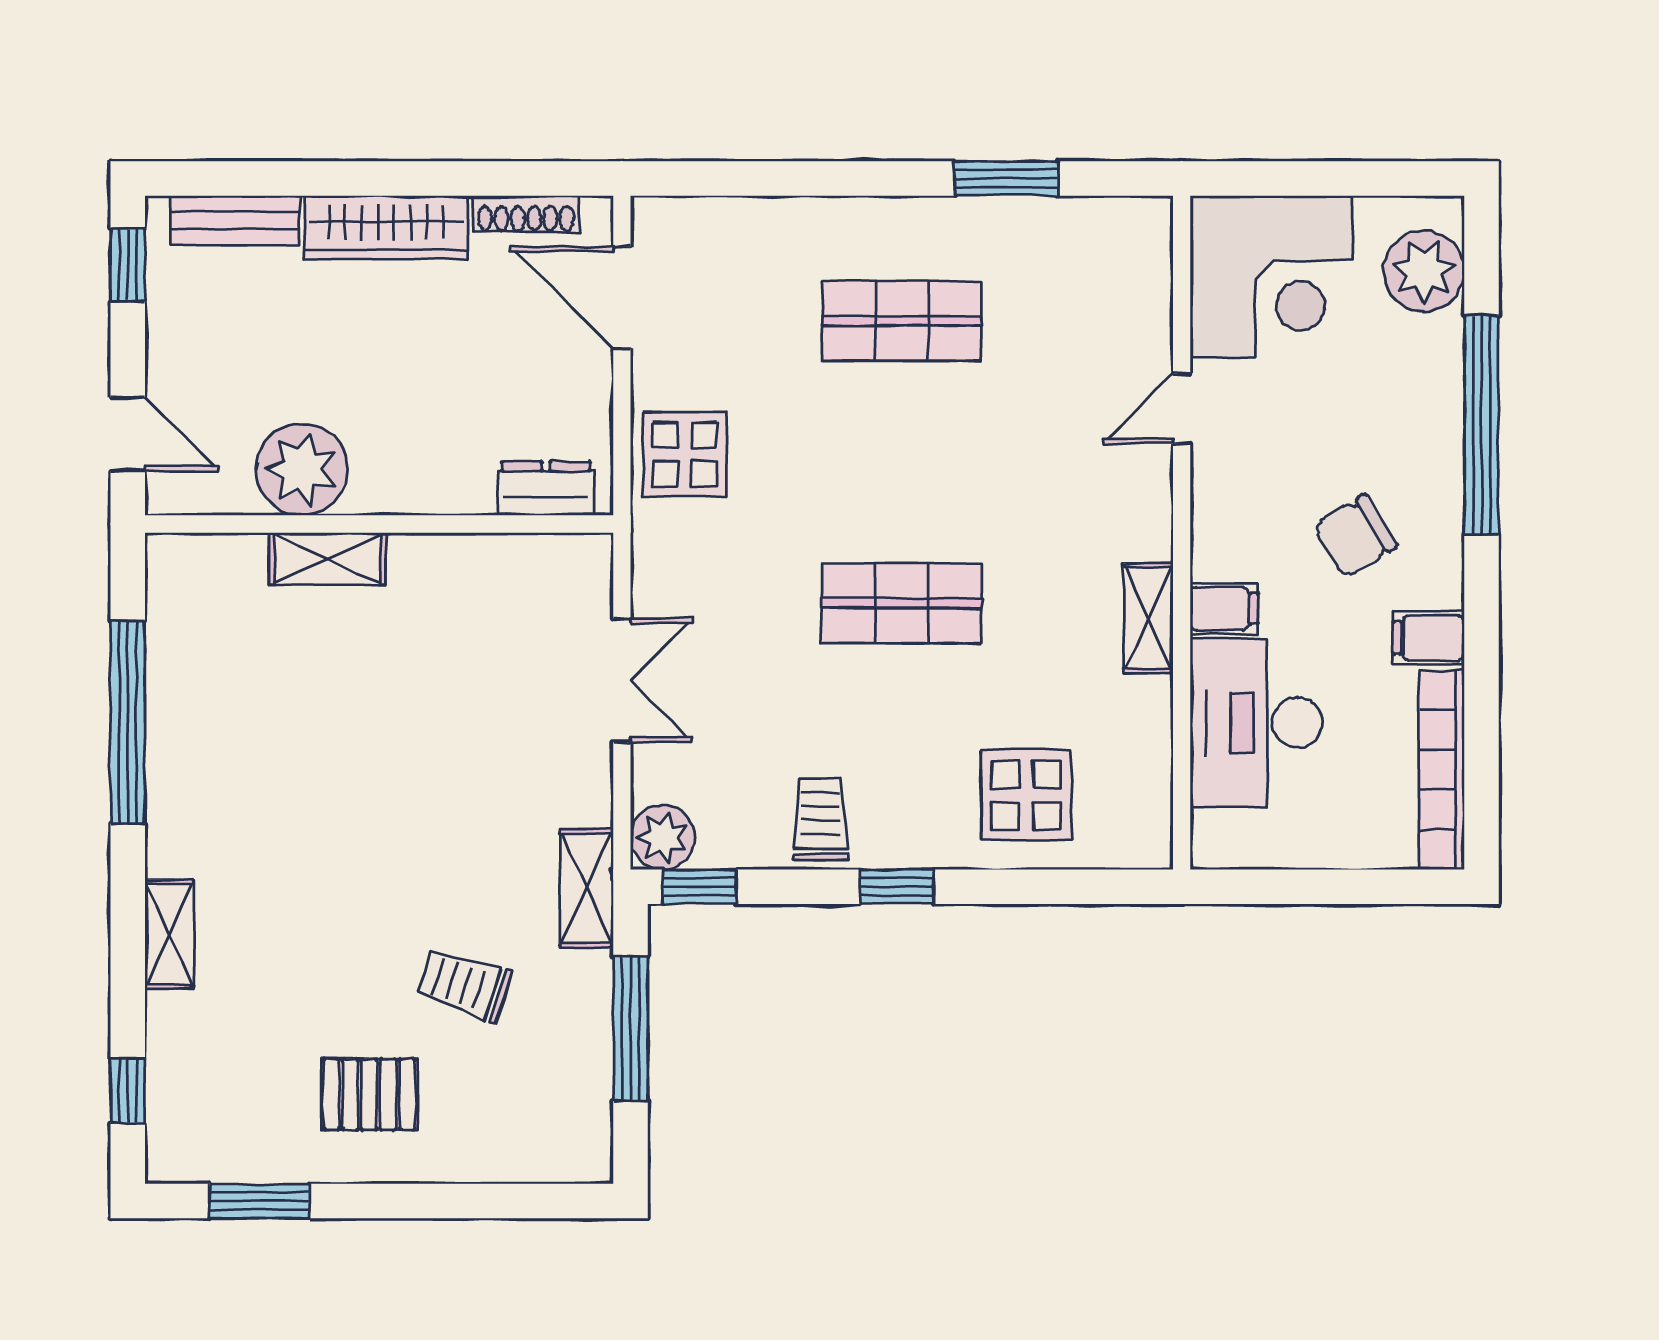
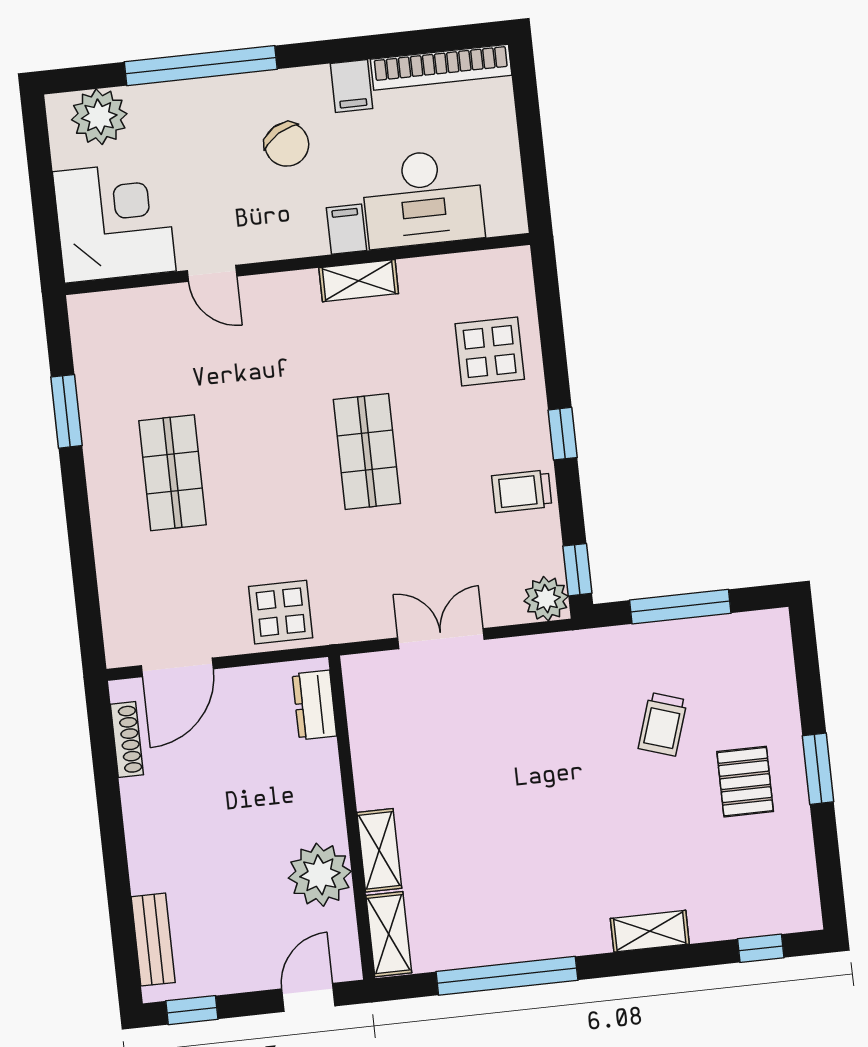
wardrobe: (386, 227) -> (147, 835), removed
shelving: (587, 888) -> (389, 934), moved, turned 90
window: (259, 1201) -> (818, 769), moved

